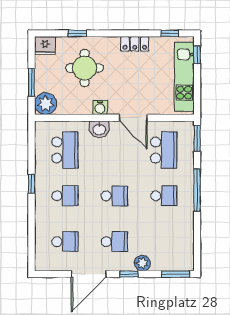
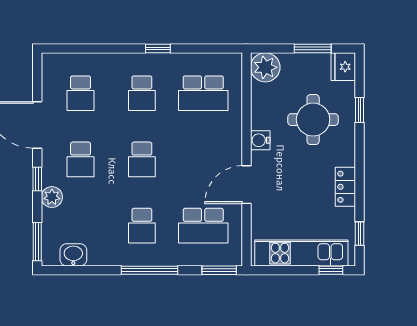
window: (32, 82) -> (313, 49), moved
washbasin: (99, 129) -> (73, 255), moved, turned 90

